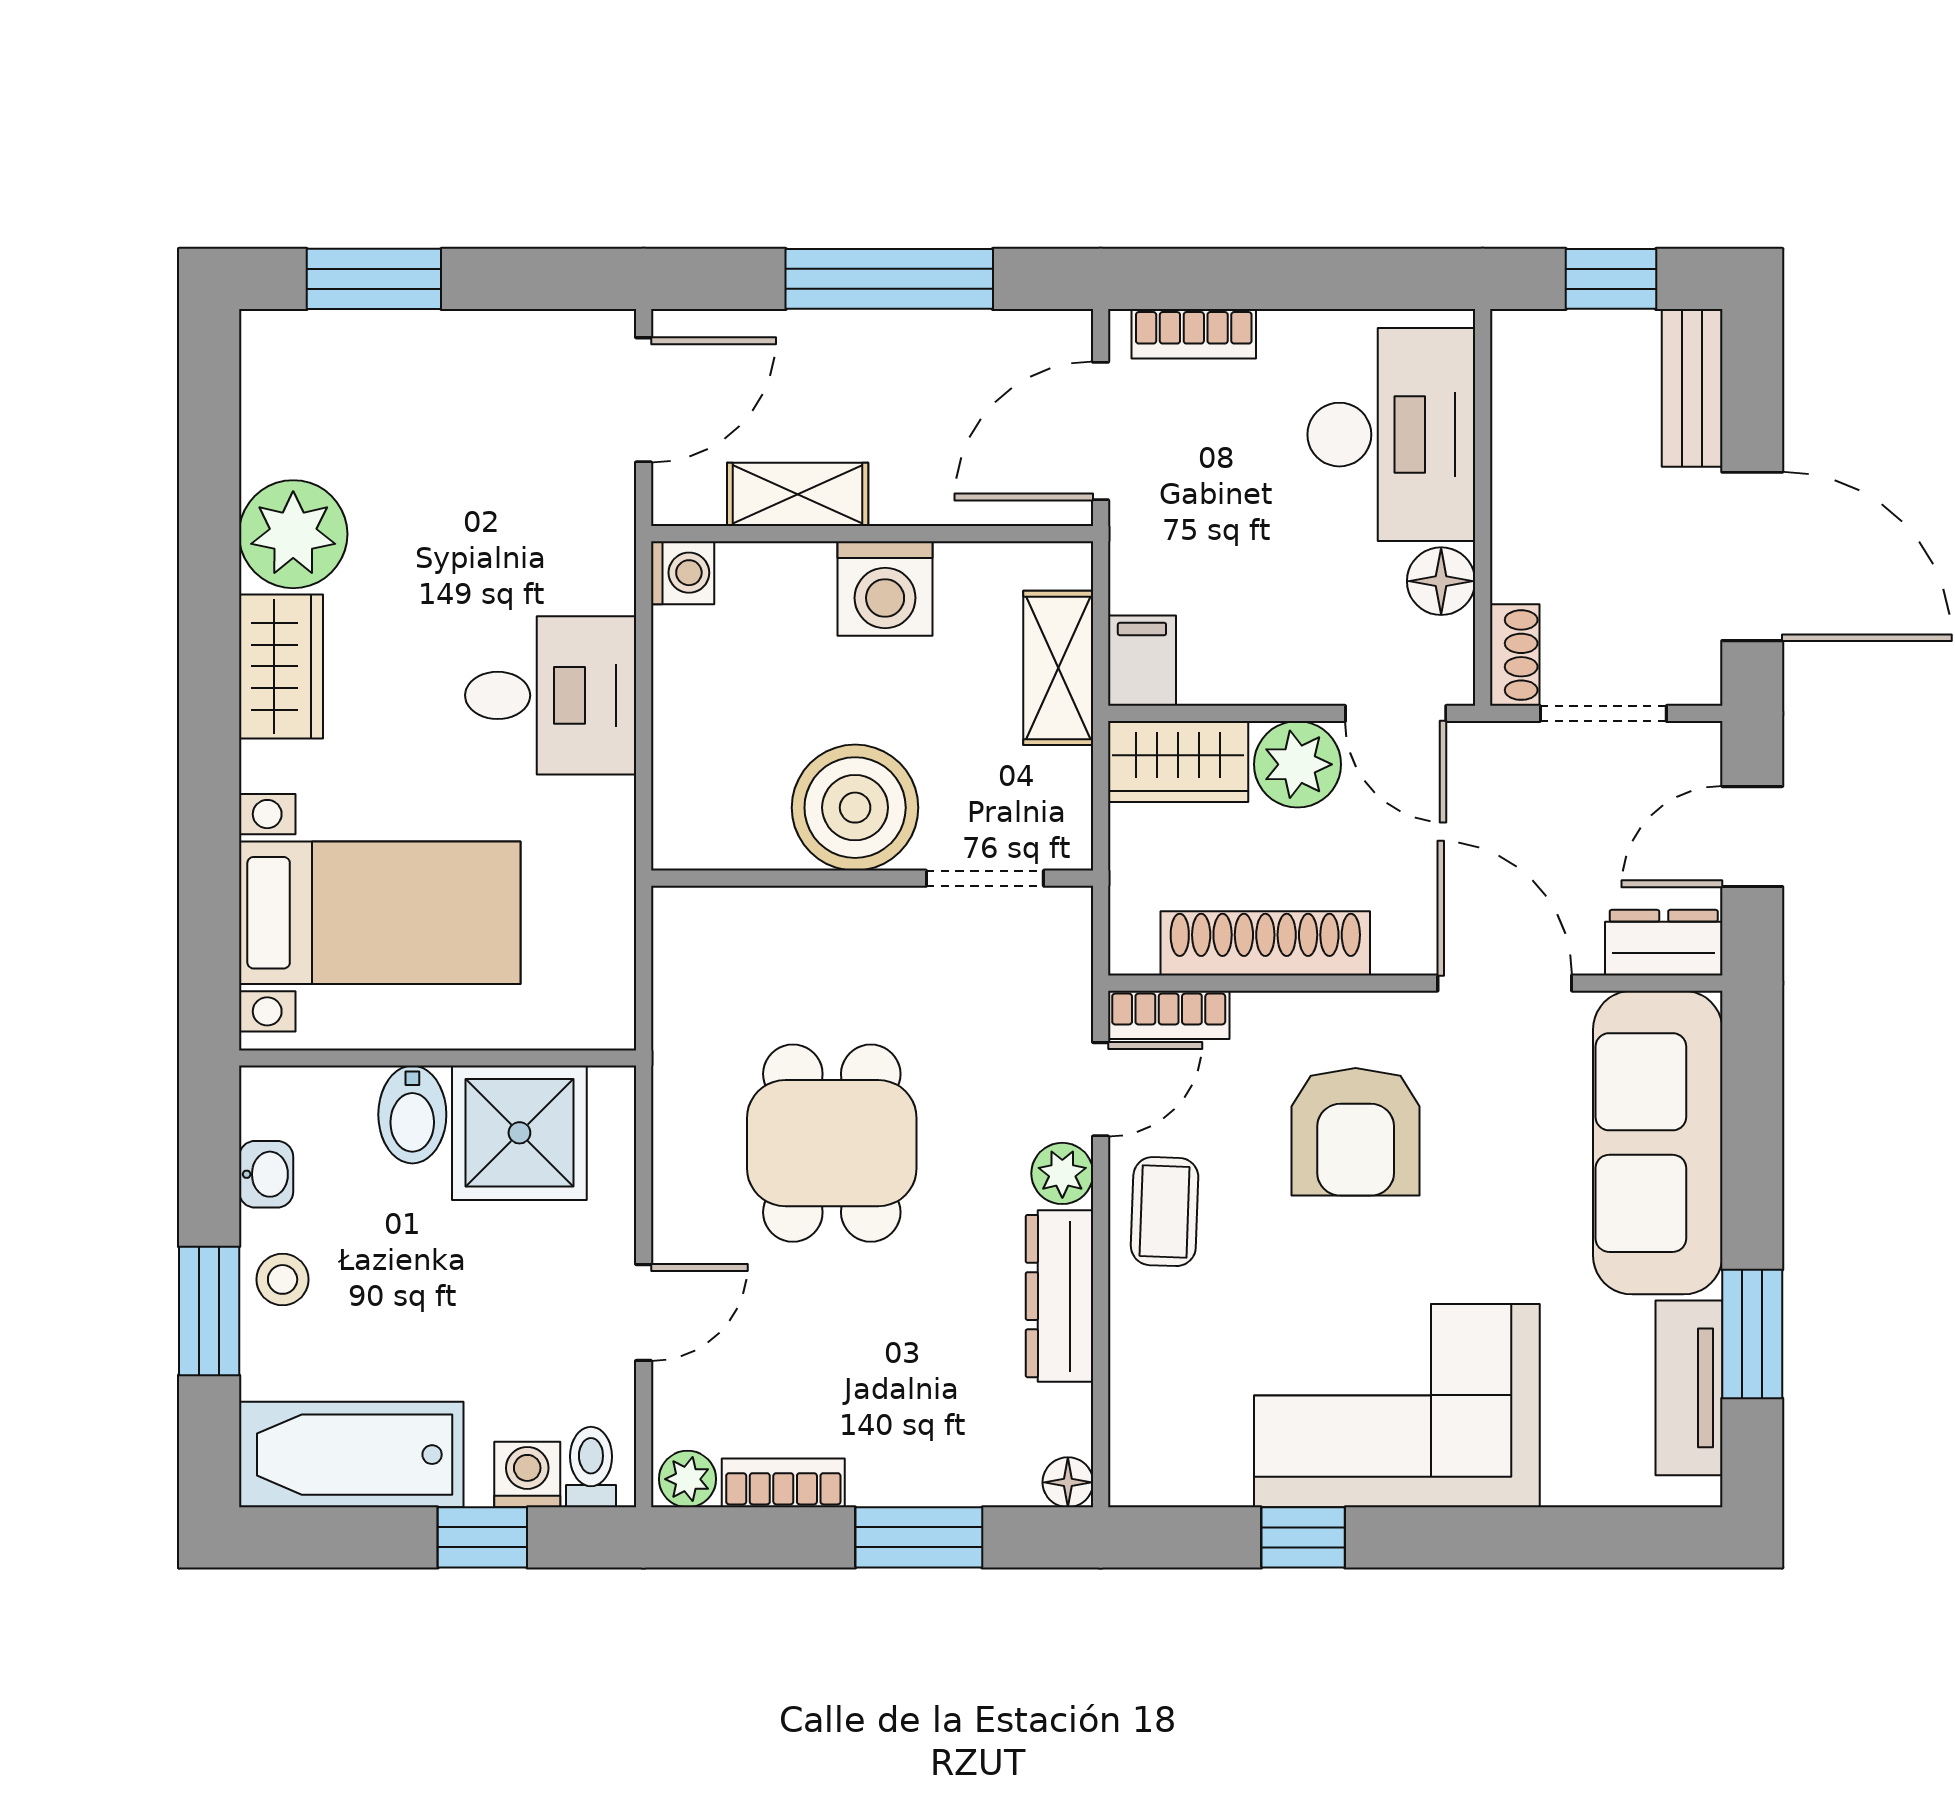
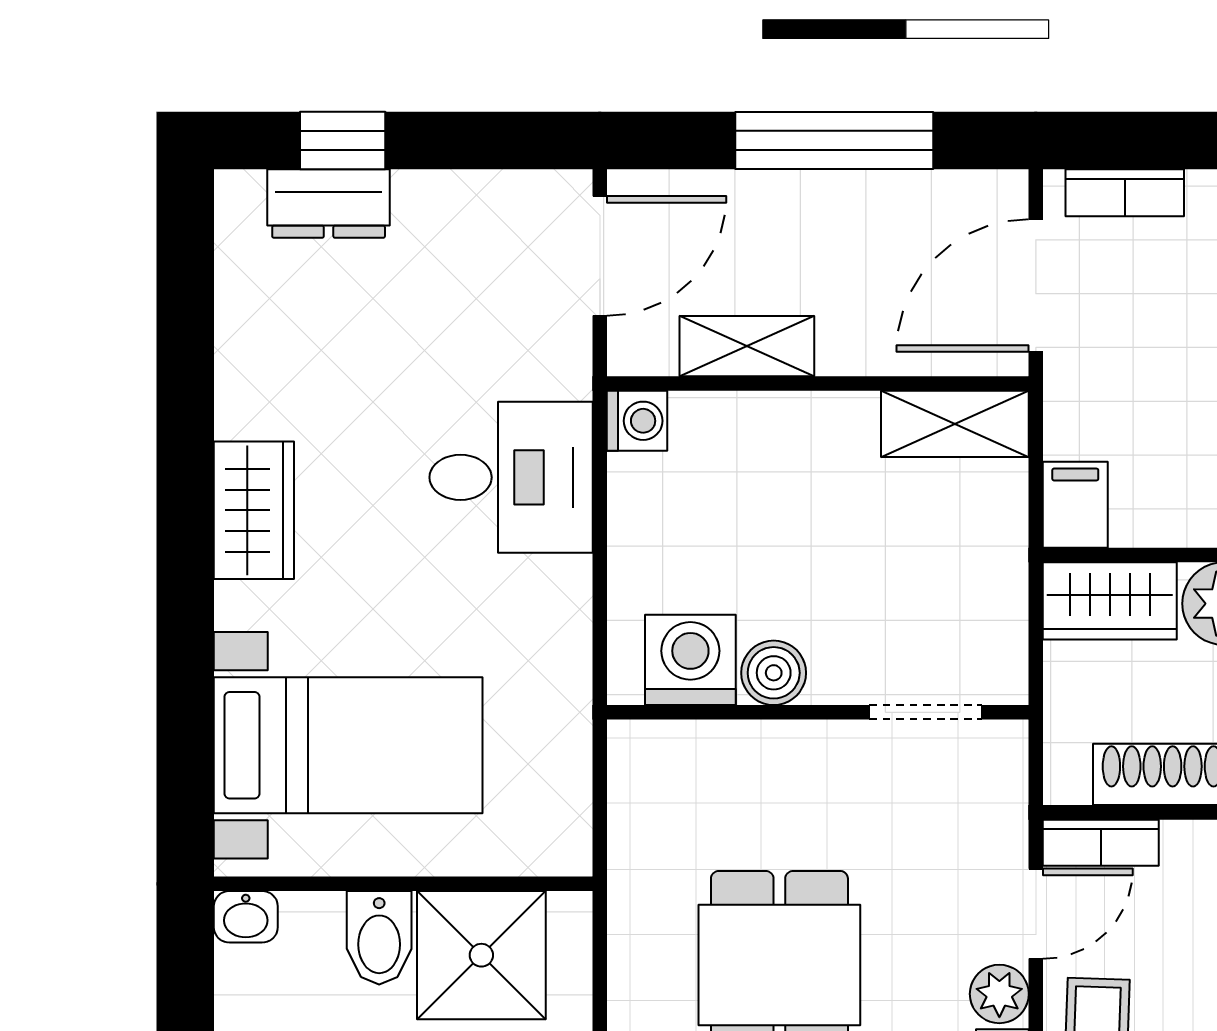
window: (374, 279) -> (343, 141), width x0.67
dresser: (359, 345) -> (329, 204), added
plant: (293, 534) -> (265, 384), removed
washing machine: (885, 589) -> (690, 660), moved, turned 180
shelving: (1058, 668) -> (955, 424), moved, turned 90
desk: (551, 695) -> (511, 477), moved
boiler: (855, 808) -> (774, 673), width x0.54, depth x0.54
washbasin: (266, 1174) -> (246, 917), moved, turned 90

